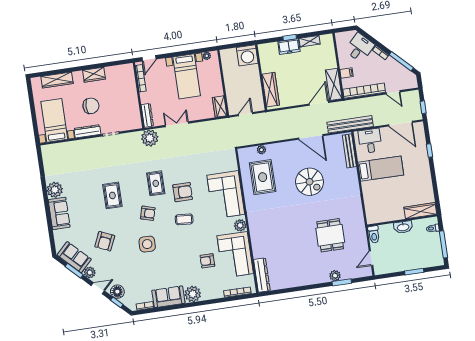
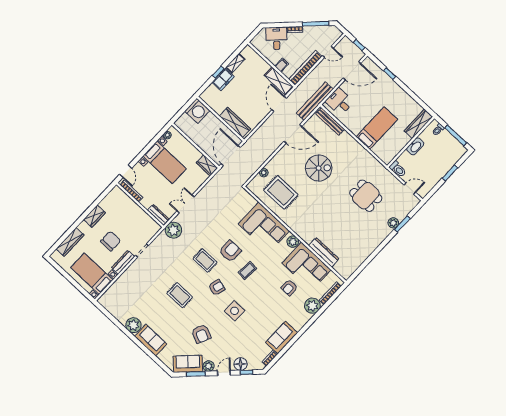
door: (246, 114) -> (231, 156), width x1.87
bed: (381, 169) -> (377, 128), moved
door: (371, 258) -> (410, 189), swing flipped
dresser: (262, 275) -> (324, 252), moved
plant: (193, 294) -> (312, 306), moved

